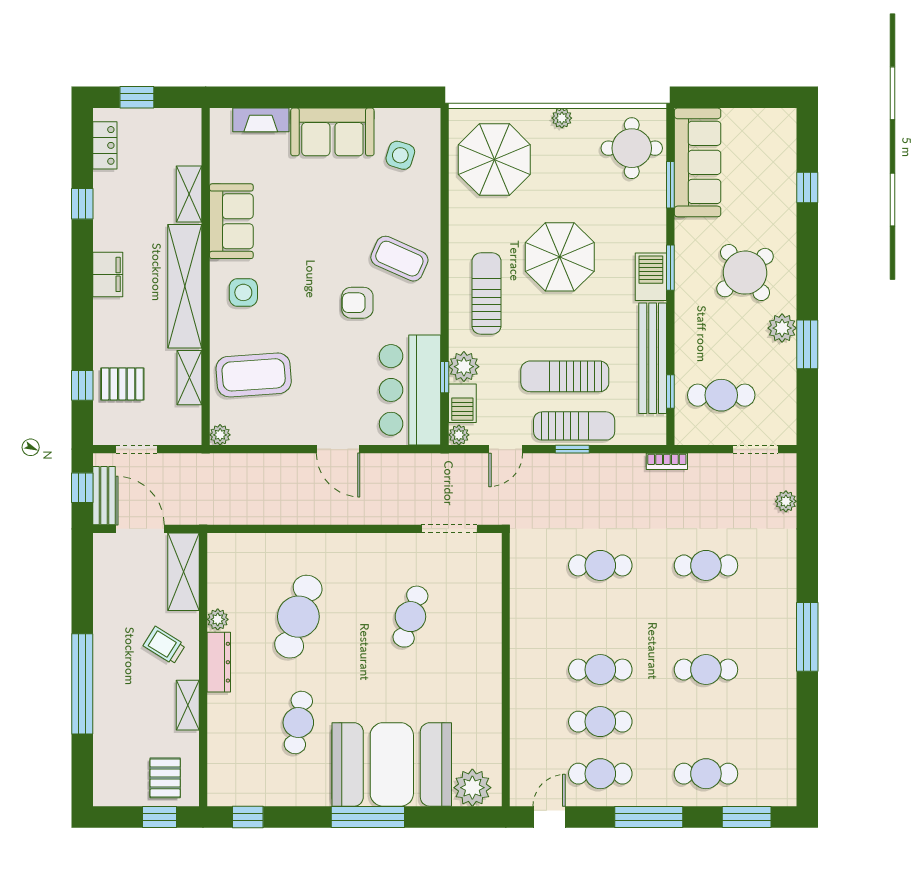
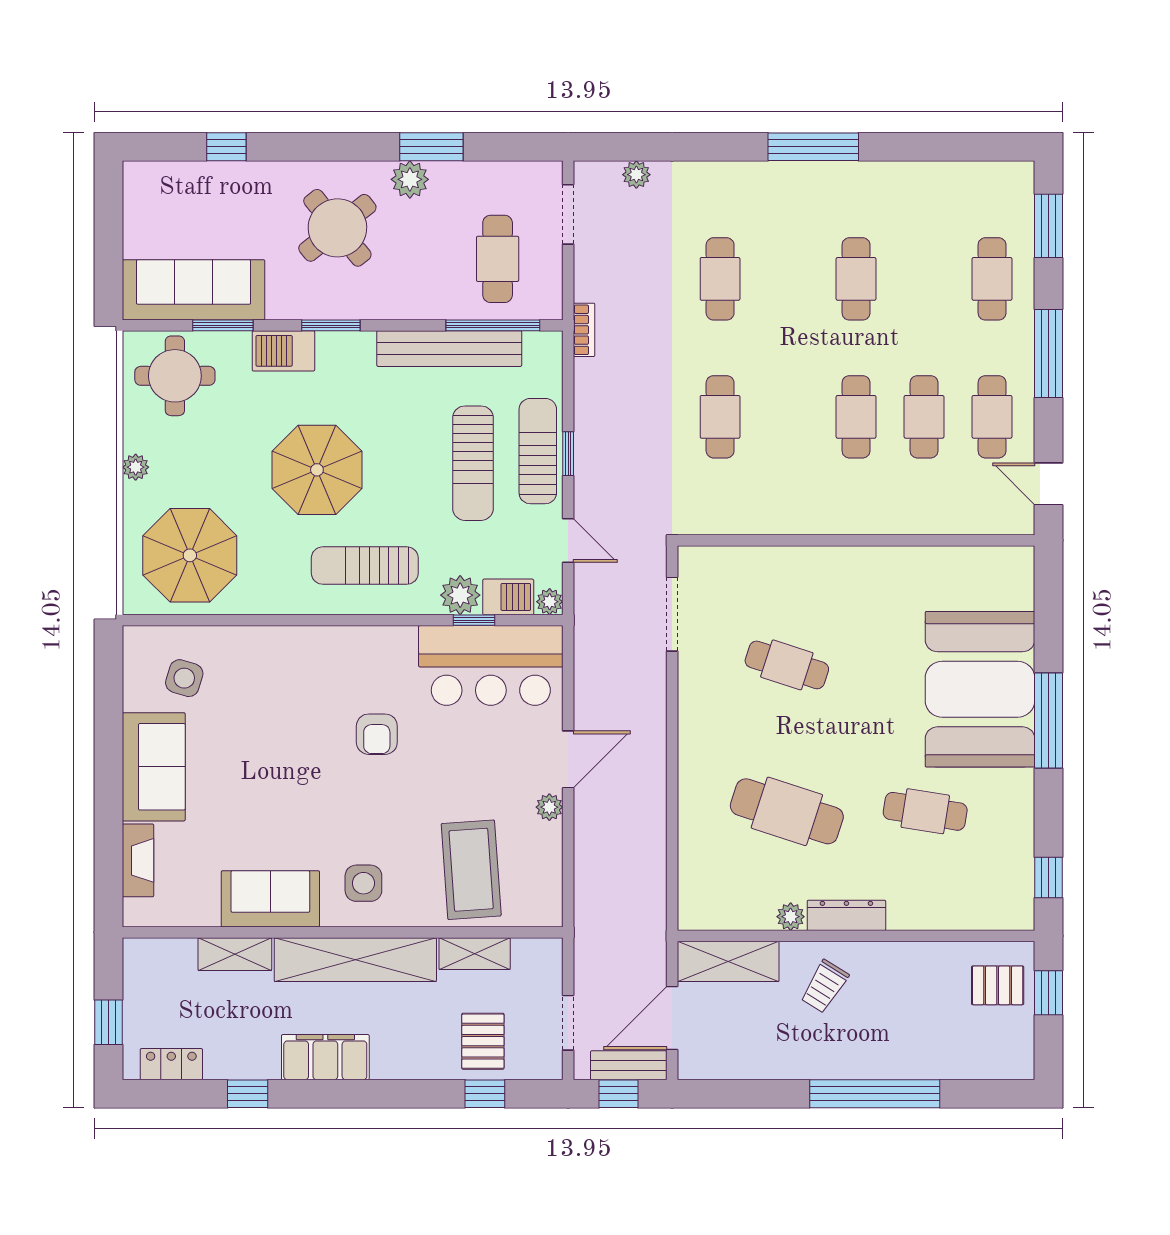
coffee table: (399, 259) -> (319, 679), removed
filing cabinet: (108, 274) -> (325, 1057), width x1.50, depth x1.17
barbecue: (651, 277) -> (283, 351), moved
window: (670, 392) -> (493, 325), width x2.17
plant: (220, 435) -> (549, 807), moved
shelving: (188, 705) -> (902, 956), removed
plant: (472, 788) -> (1010, 584), removed

